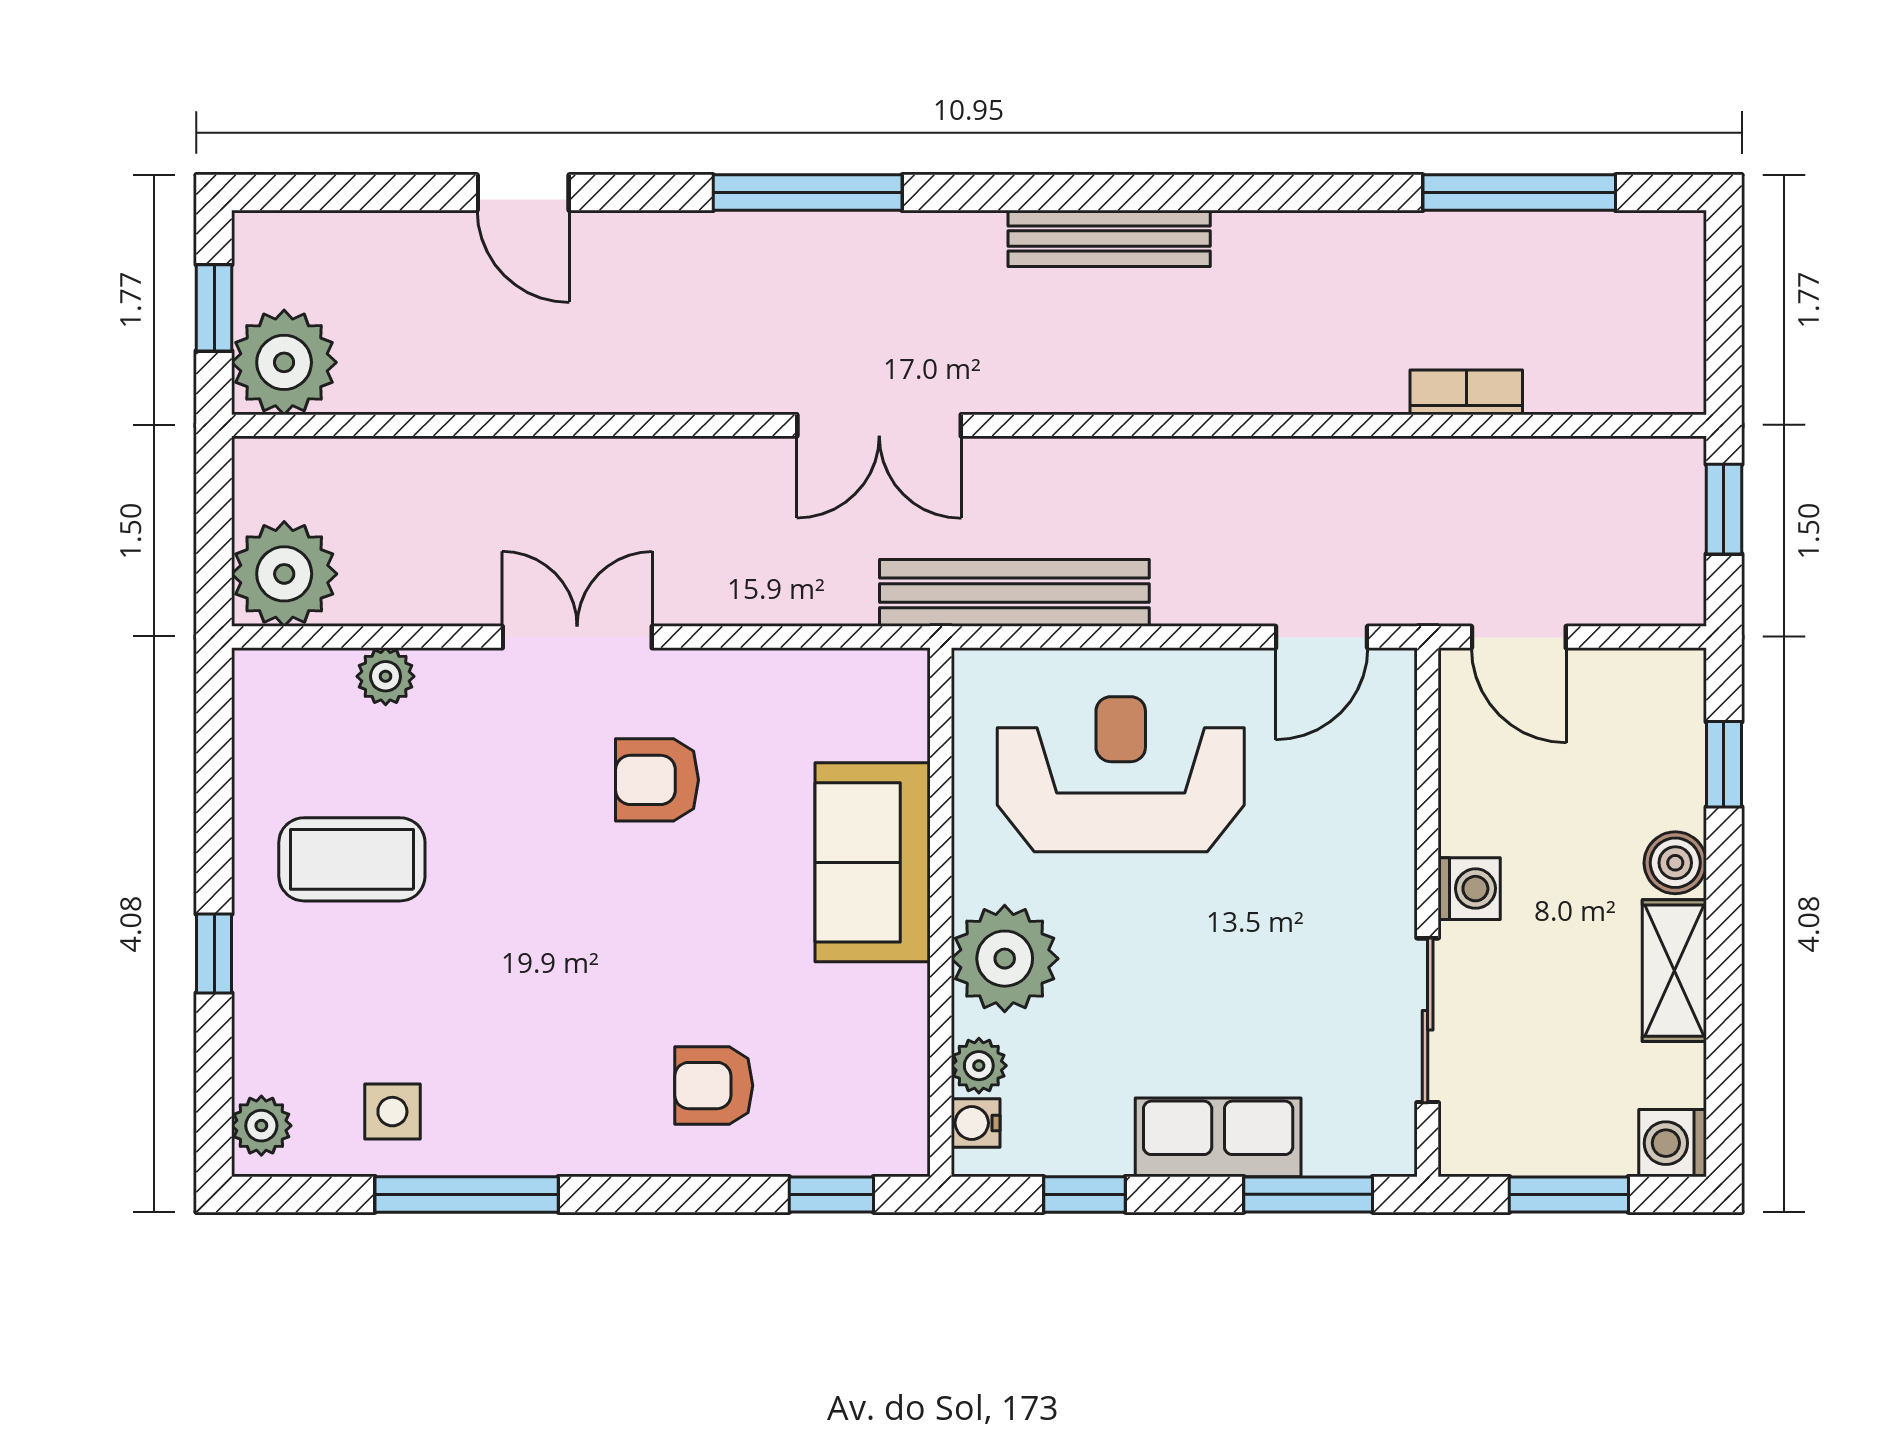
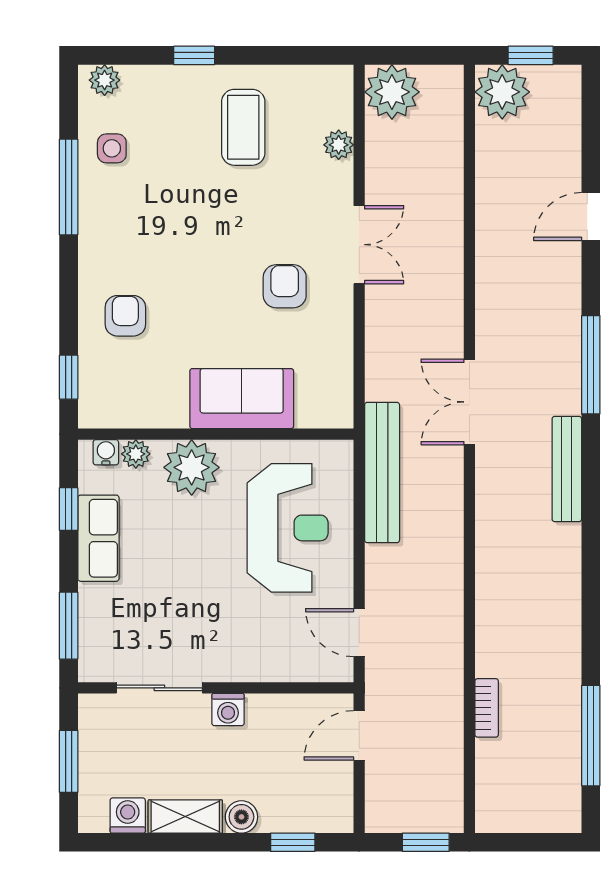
bench: (1109, 238) -> (567, 469), moved
row of seats: (1218, 1137) -> (98, 538), moved
washing machine: (1673, 1143) -> (128, 816), moved

